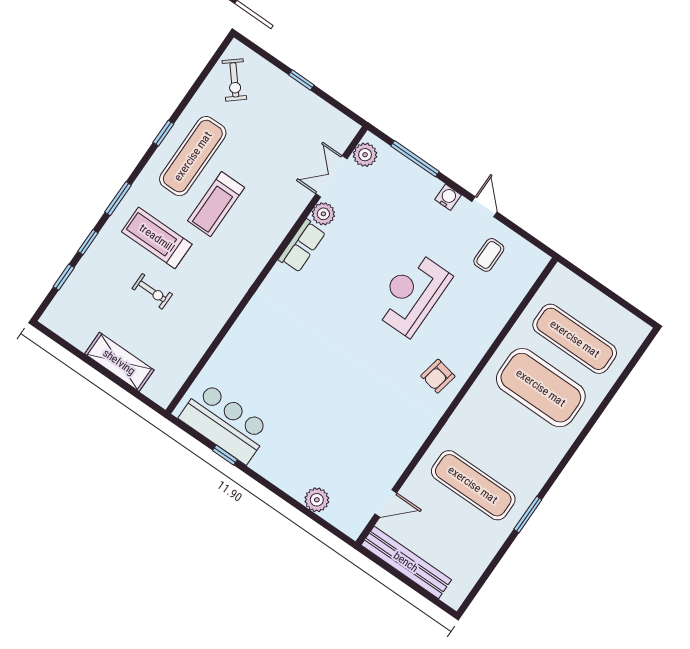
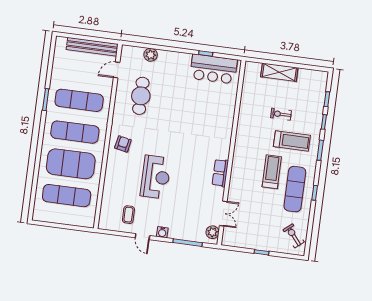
plant: (323, 214) -> (218, 194), removed
exercise mat: (507, 436) -> (75, 132), added
cafe table: (368, 440) -> (141, 96), added

